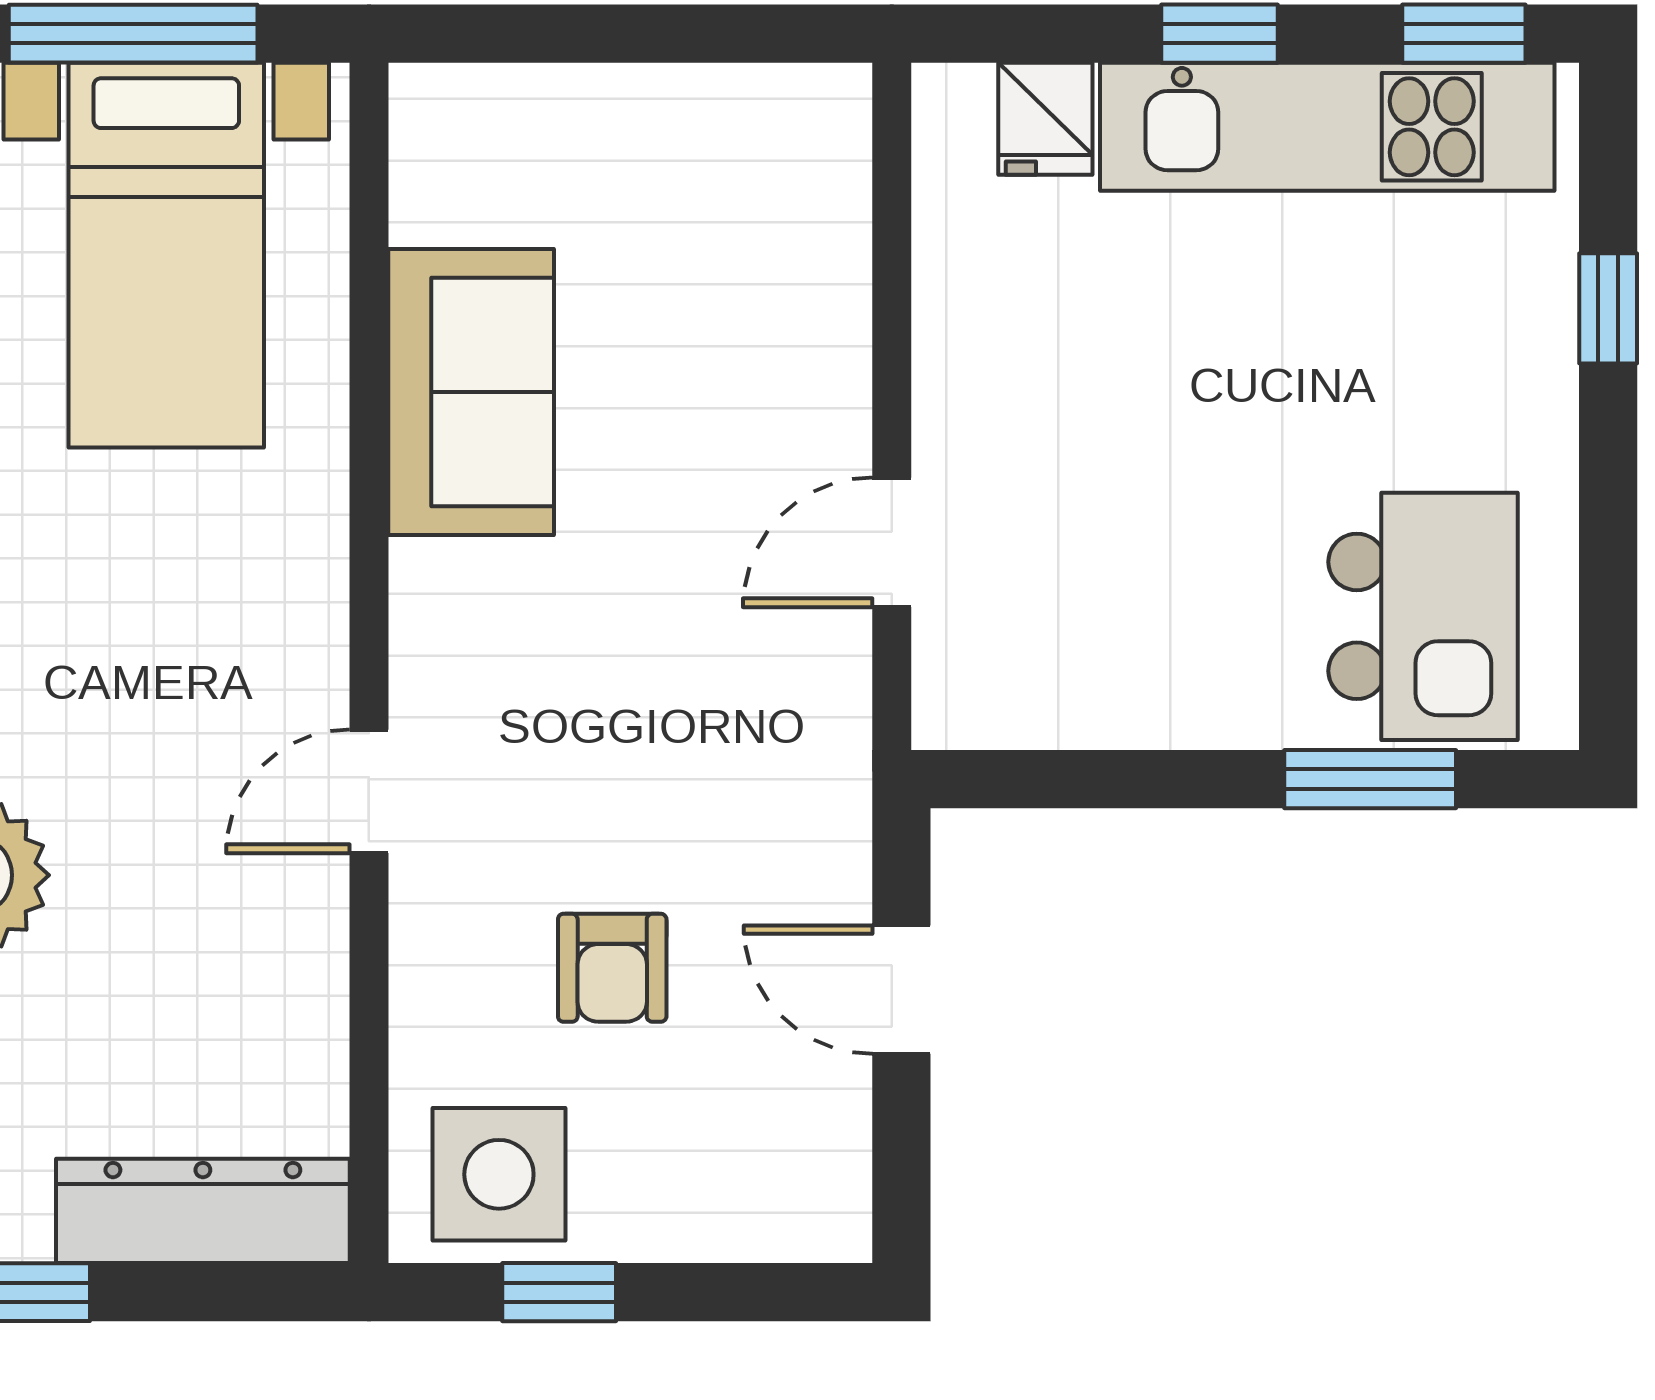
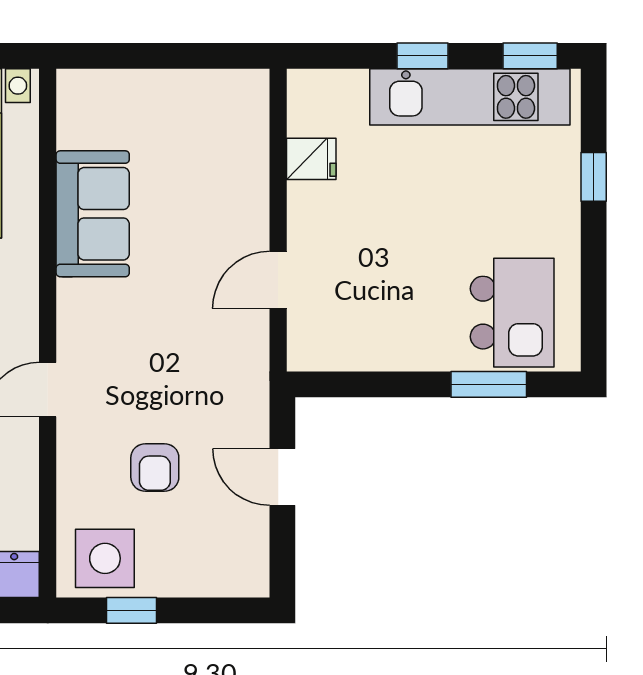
fridge: (1045, 119) -> (311, 159), moved, turned -90

